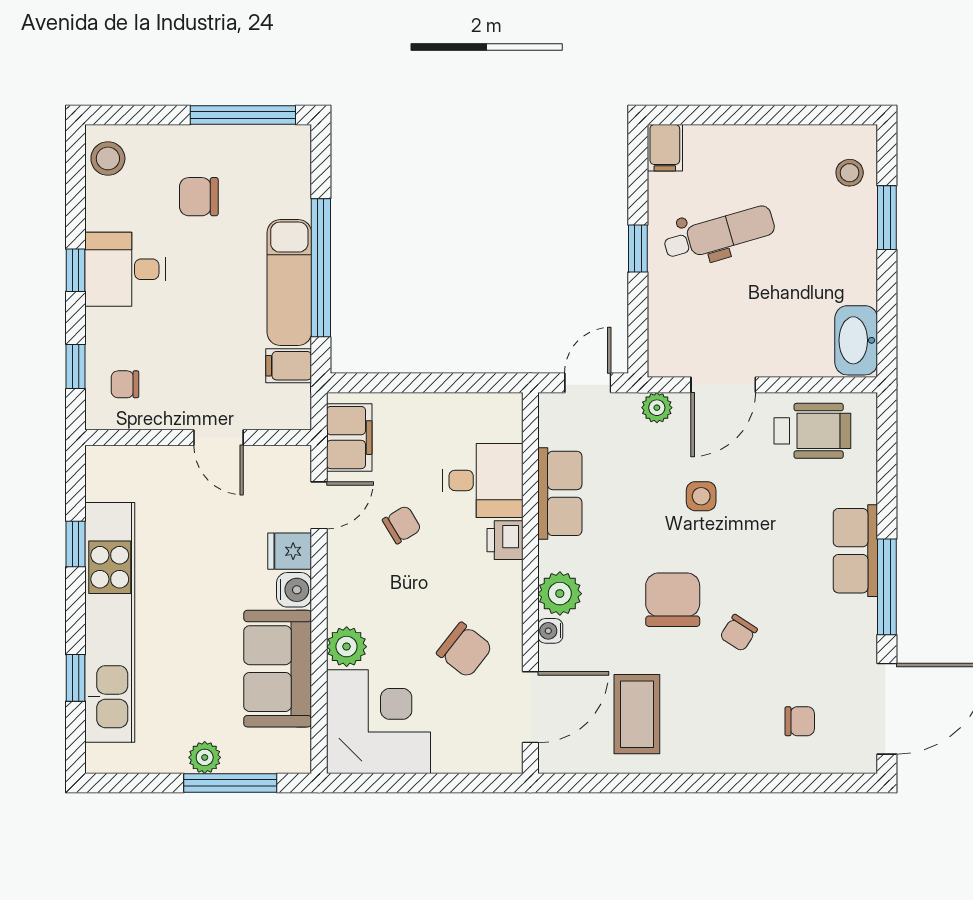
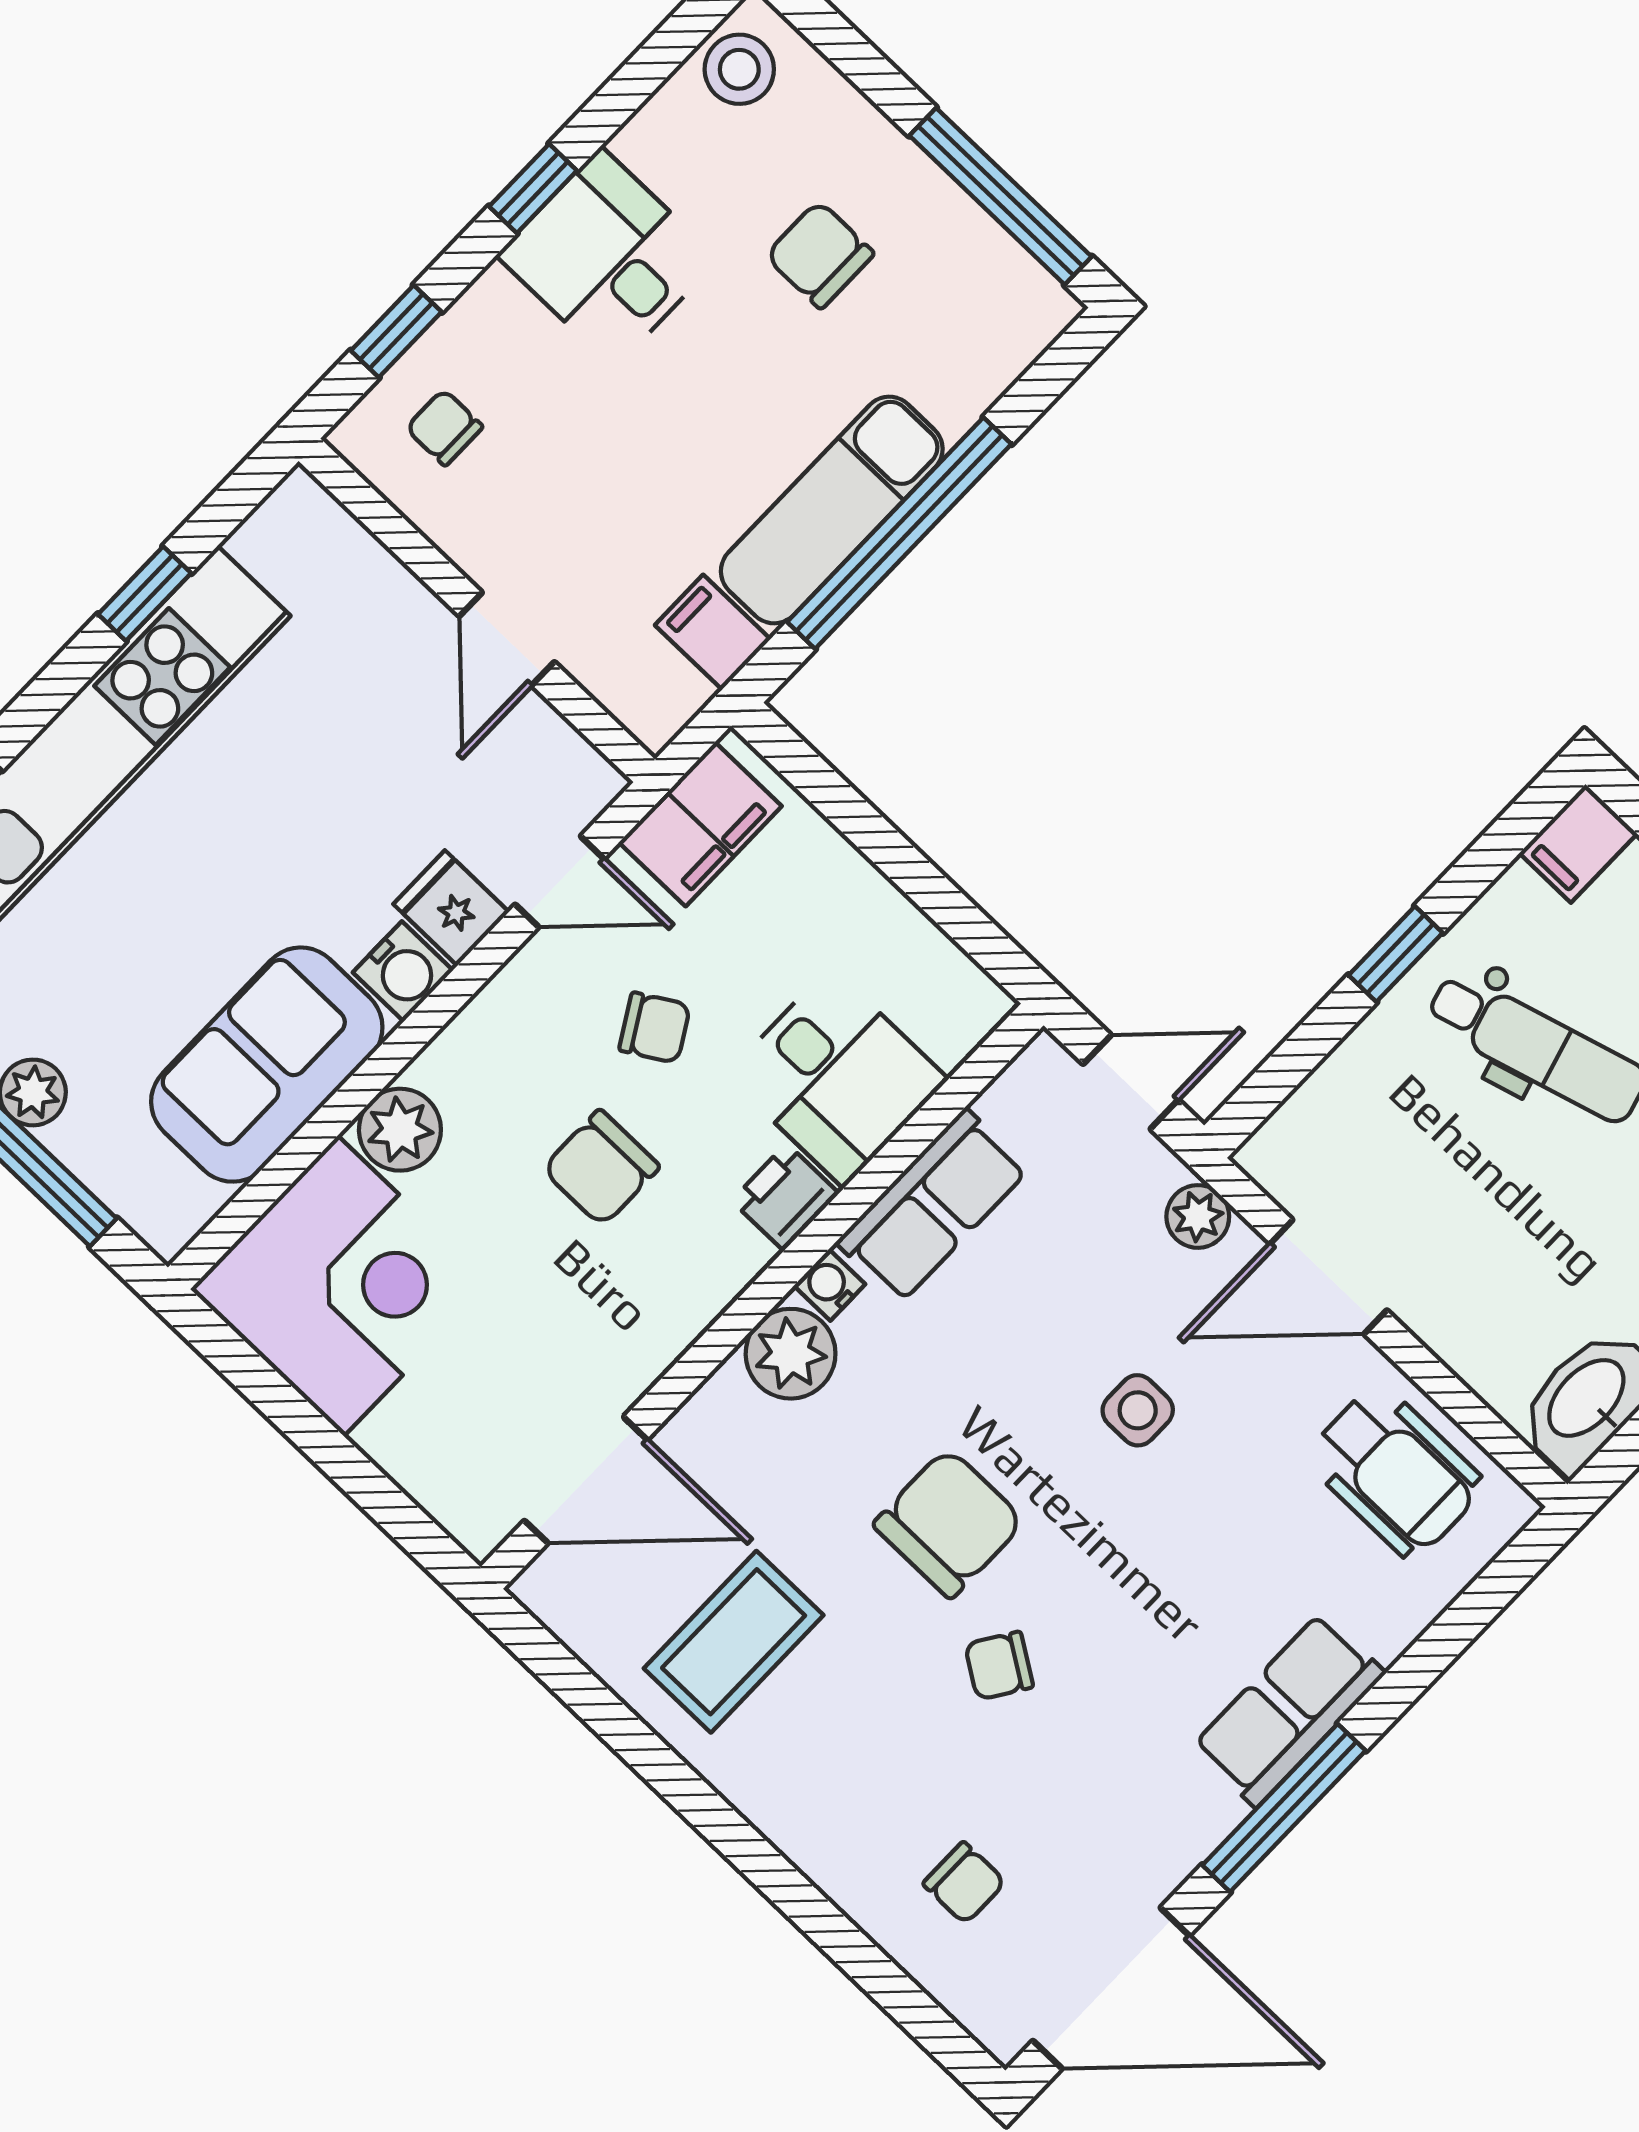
water cooler: (550, 631) -> (830, 1285), moved
chair: (465, 650) -> (601, 1168), moved, turned 52

